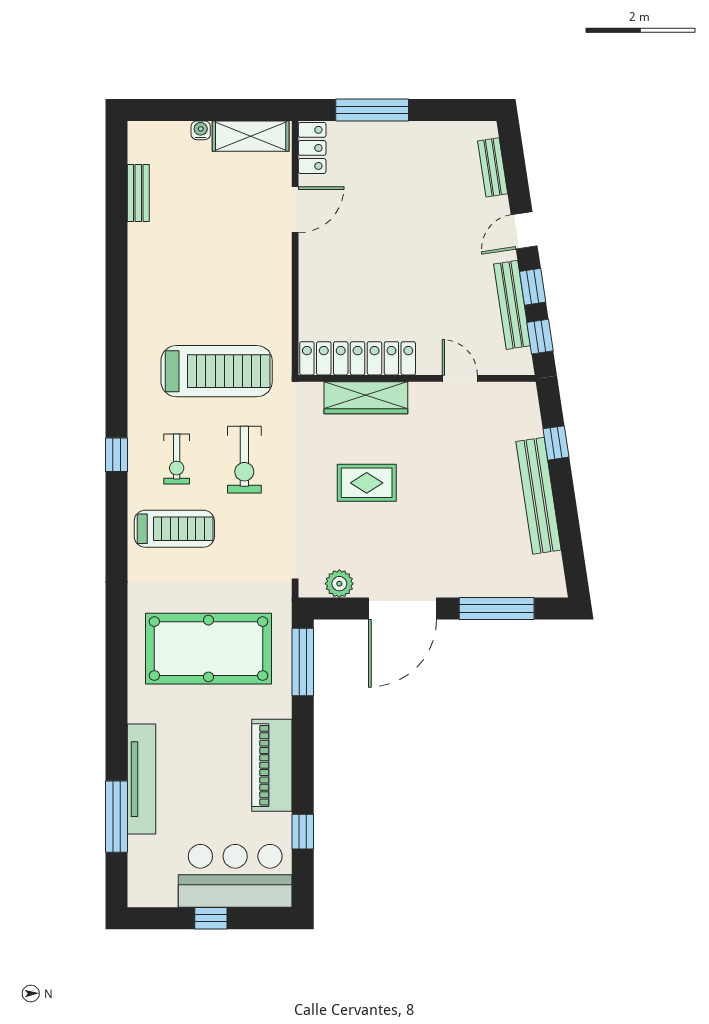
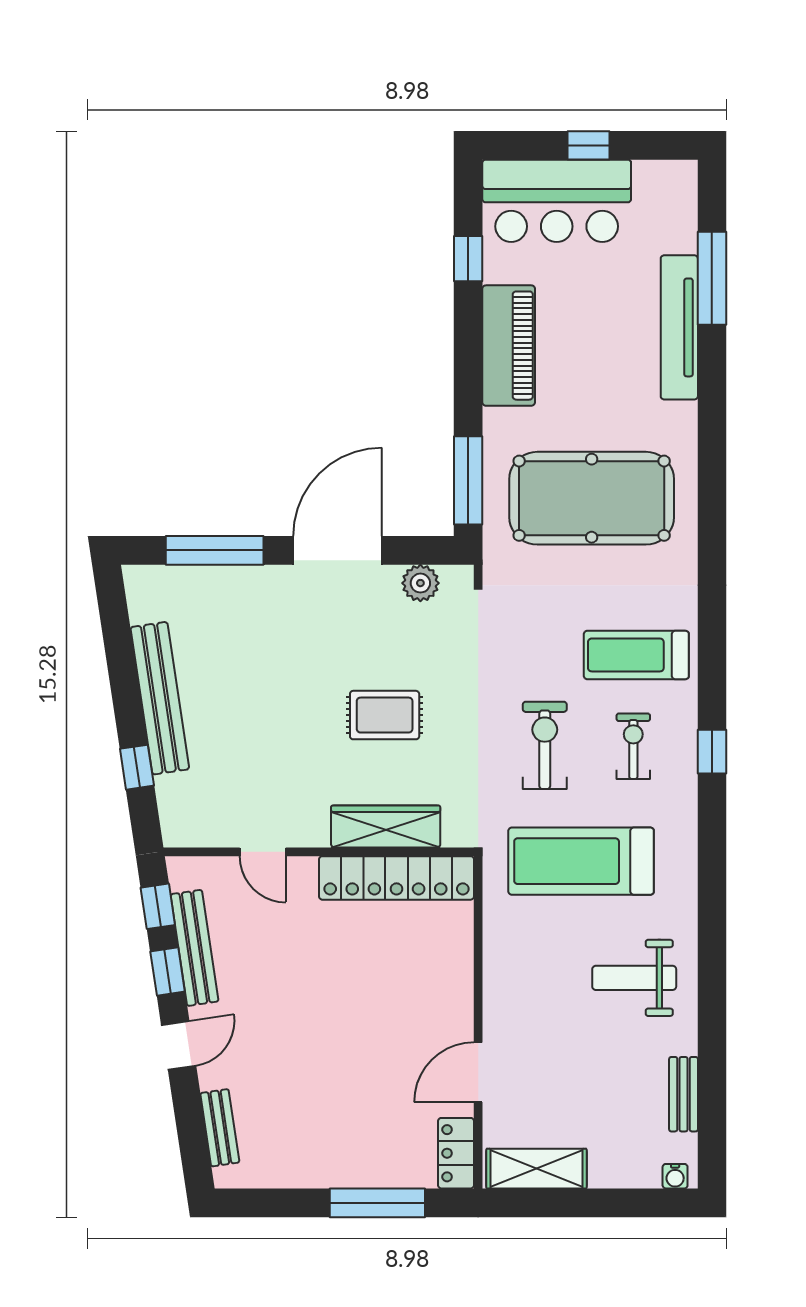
water cooler: (201, 130) -> (675, 1176), moved
weight bench: (176, 282) -> (634, 978), added

